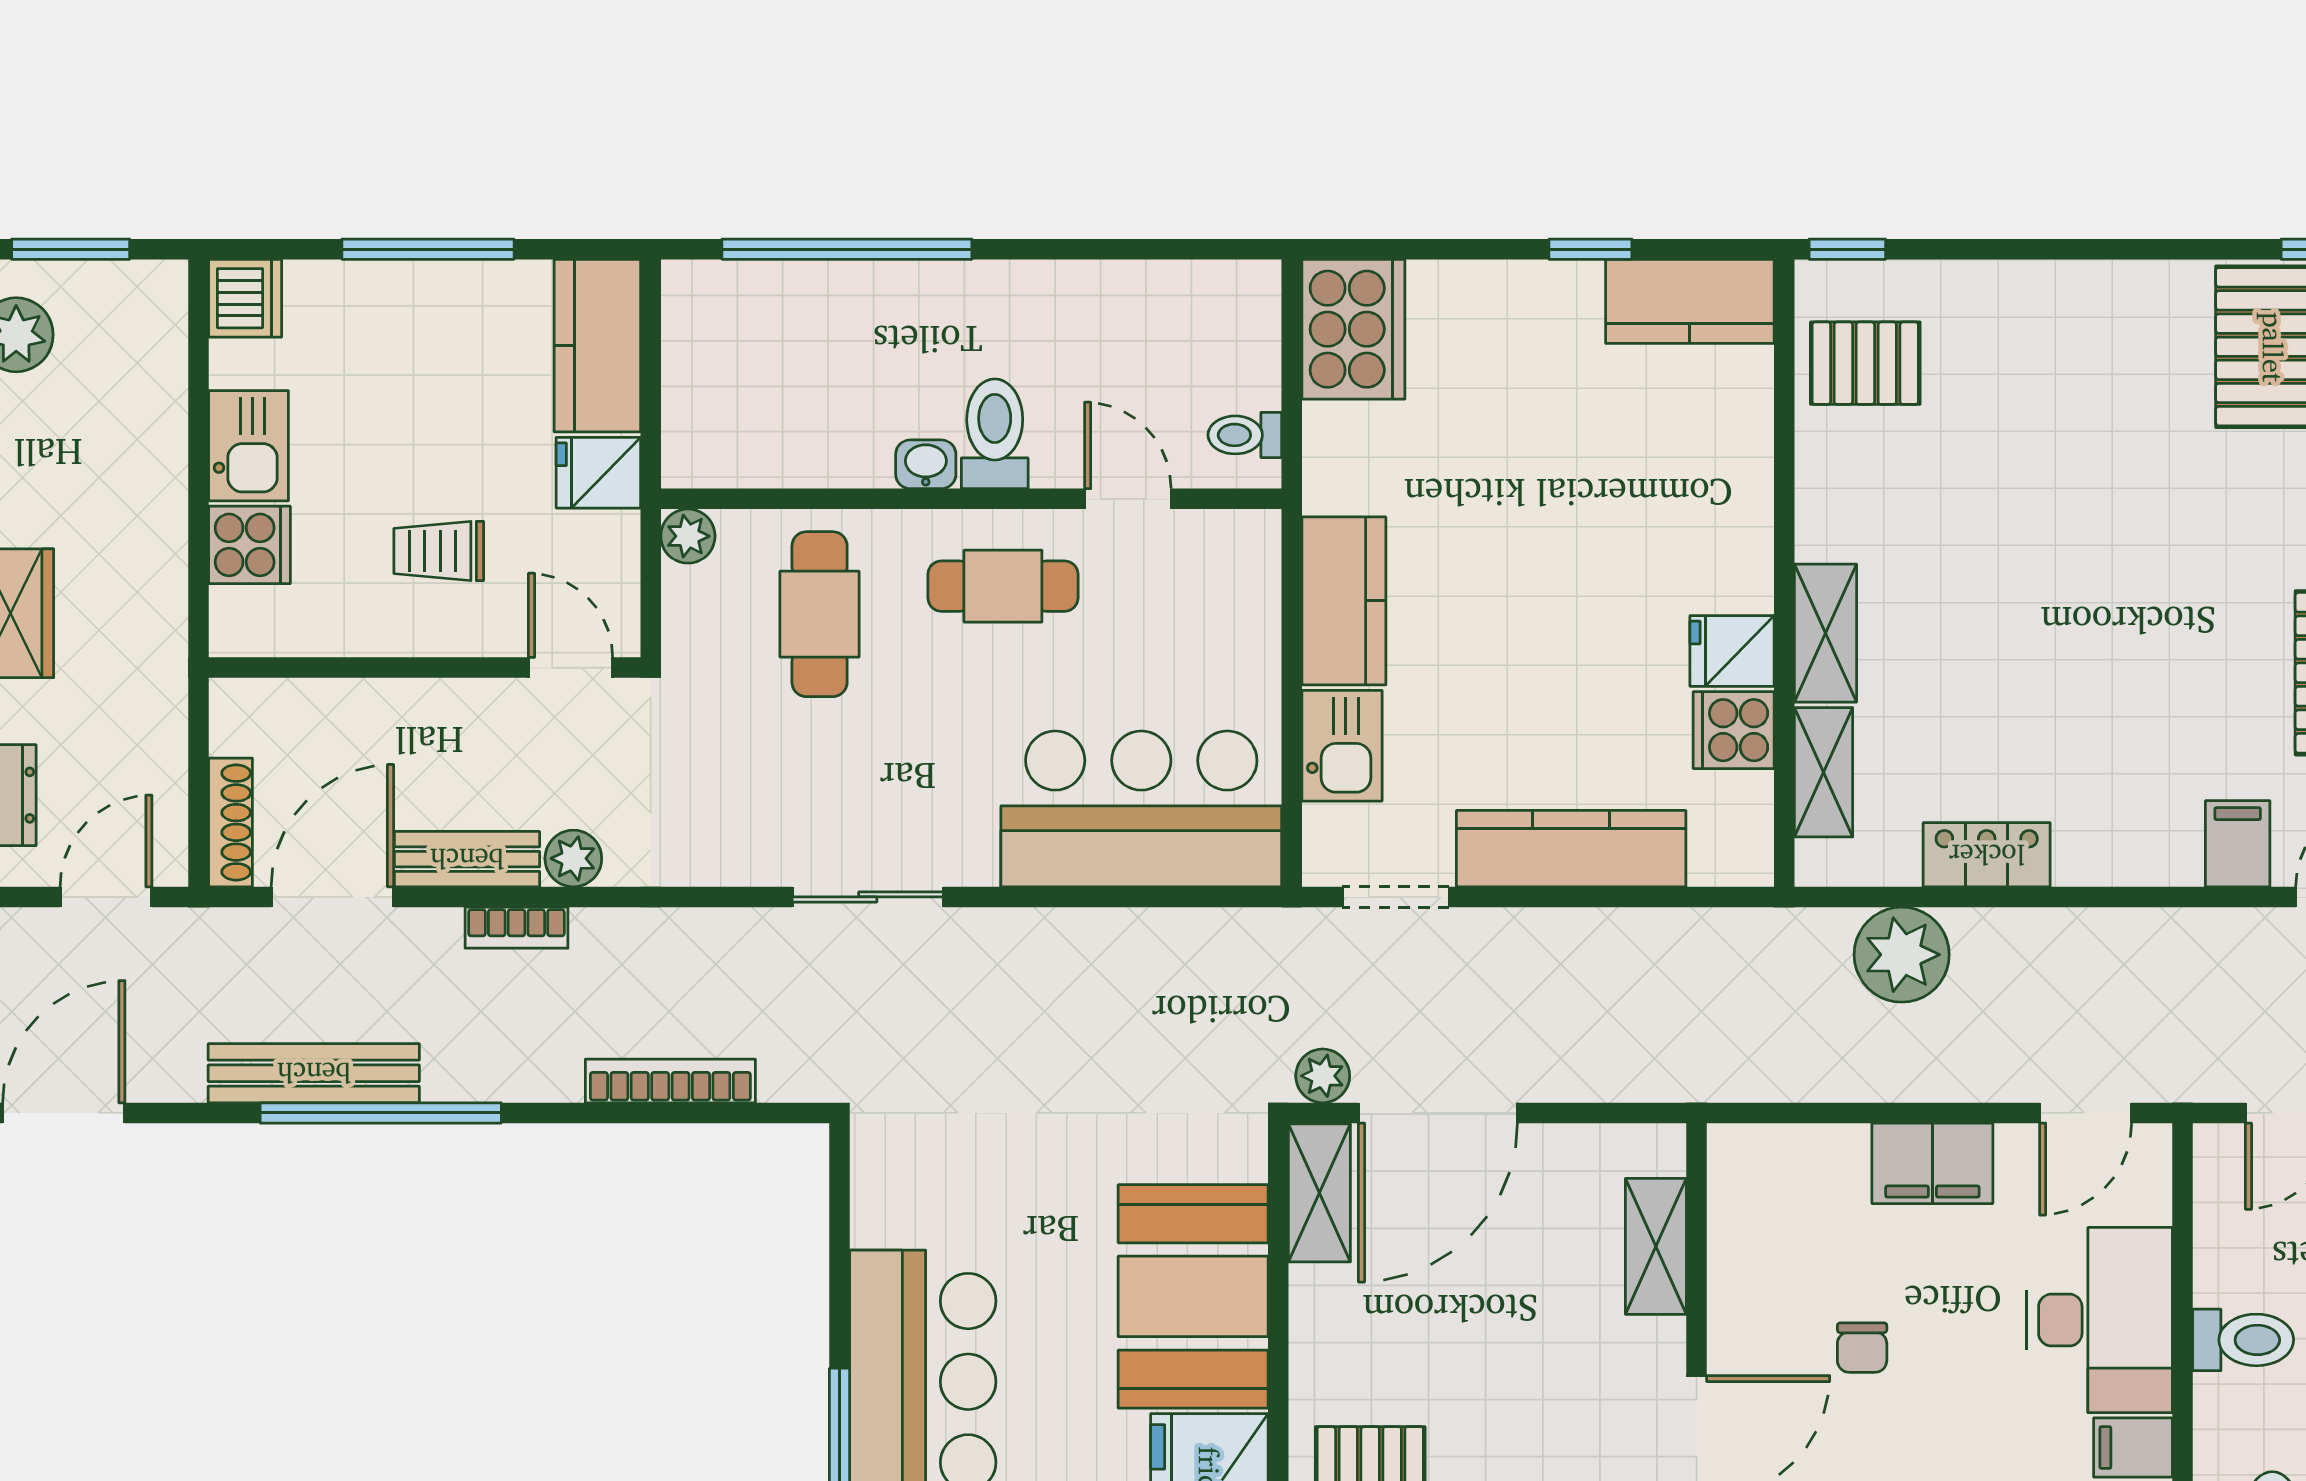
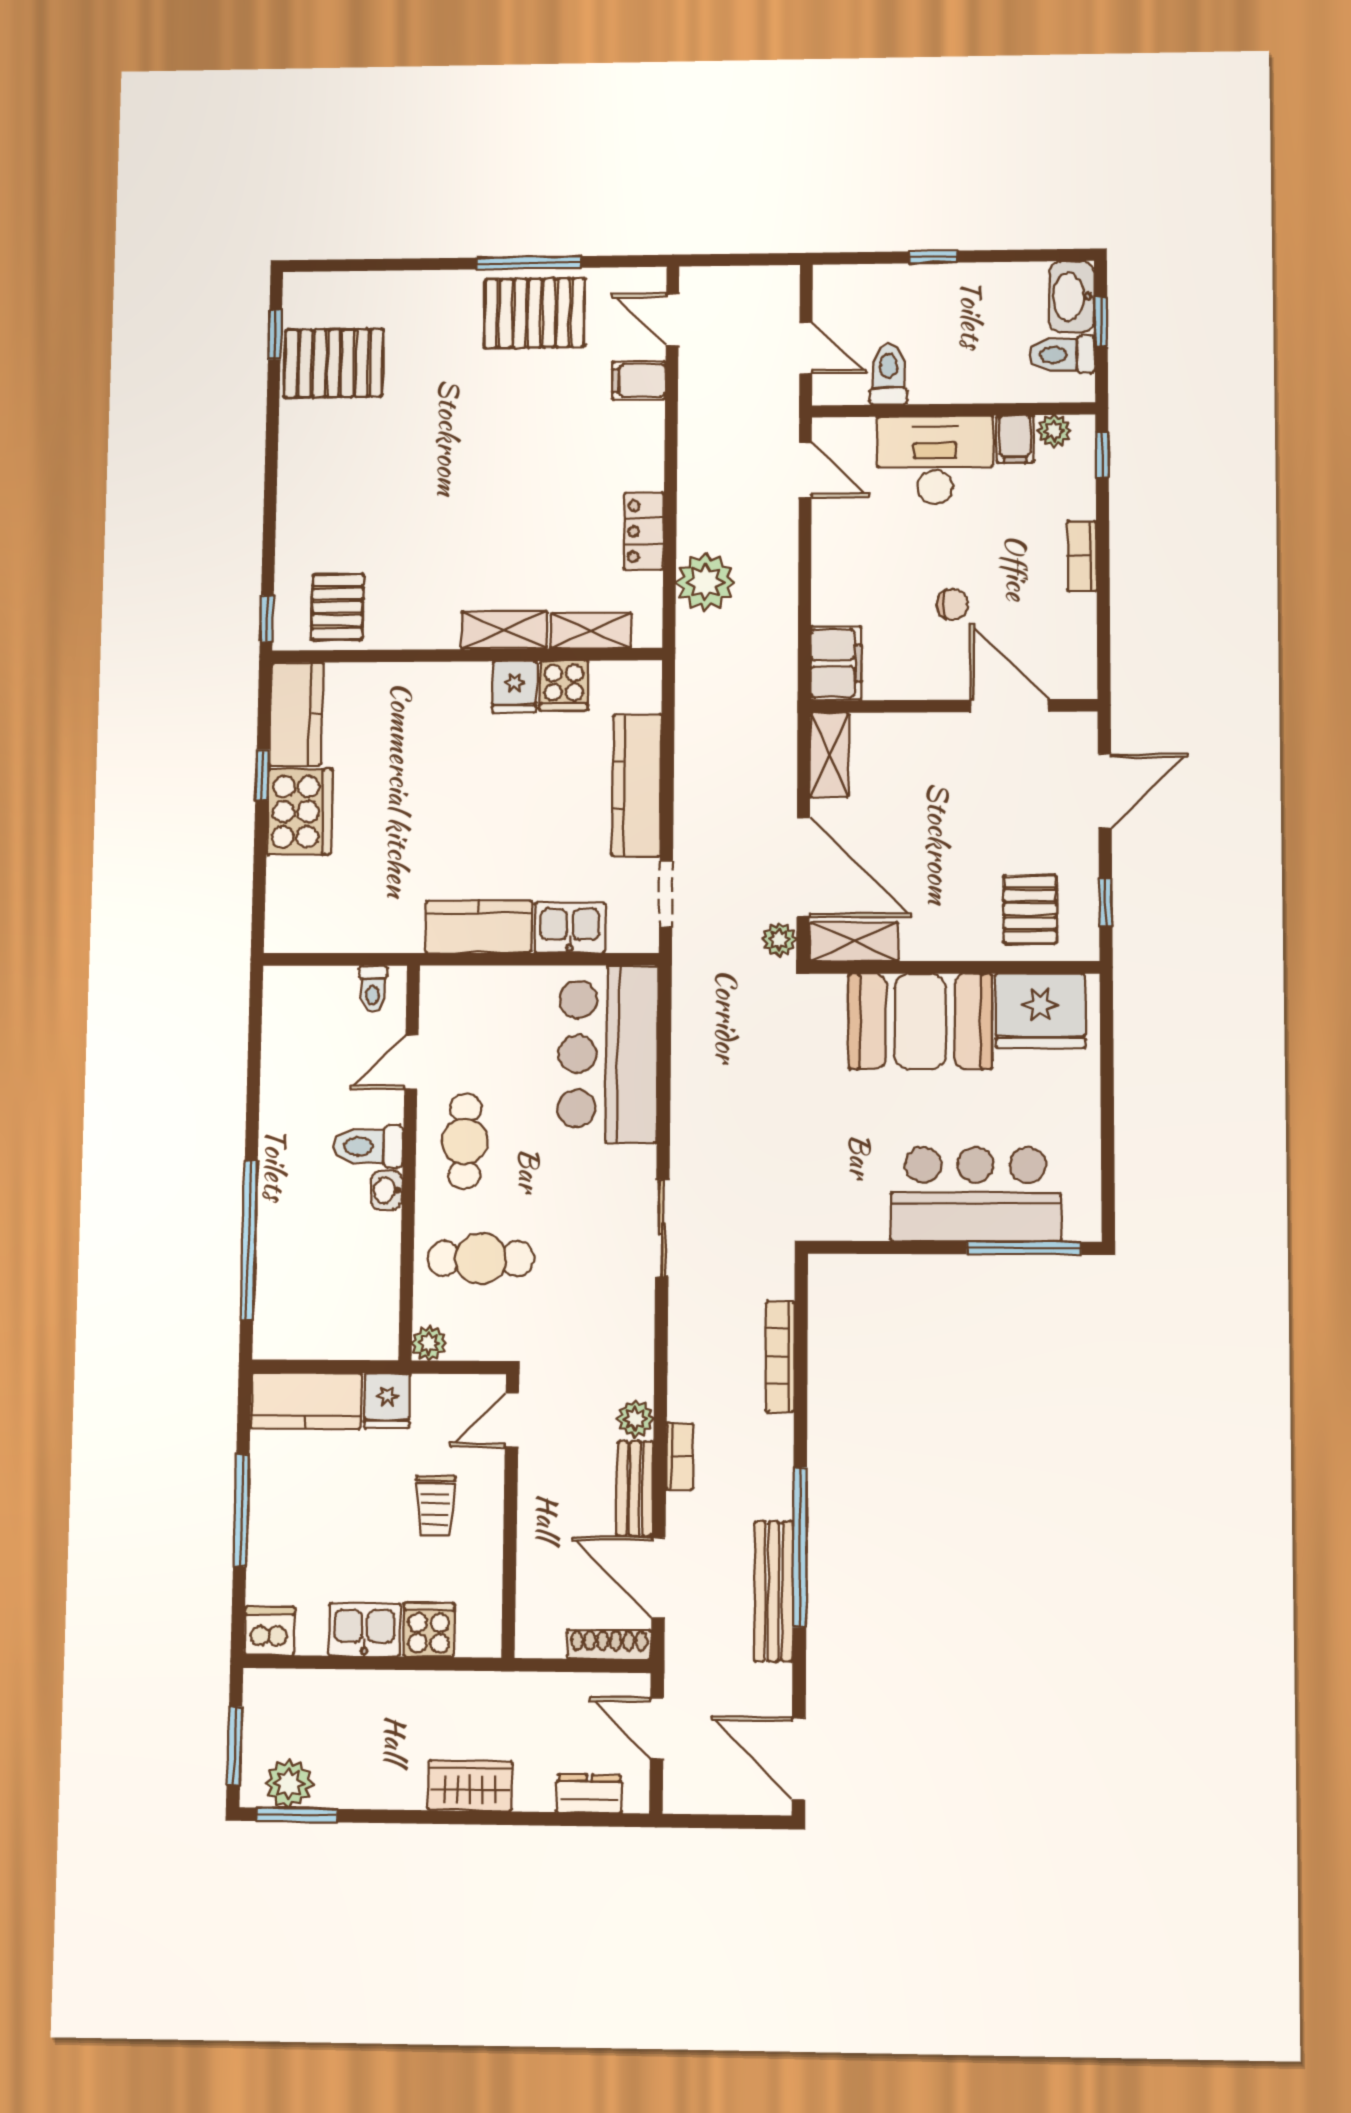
cooker: (1353, 329) -> (300, 812), moved, turned 90
filing cabinet: (1932, 1163) -> (836, 663), moved
shelving: (1656, 1246) -> (830, 755), moved, turned 90
toilet: (2243, 1340) -> (888, 374), moved

